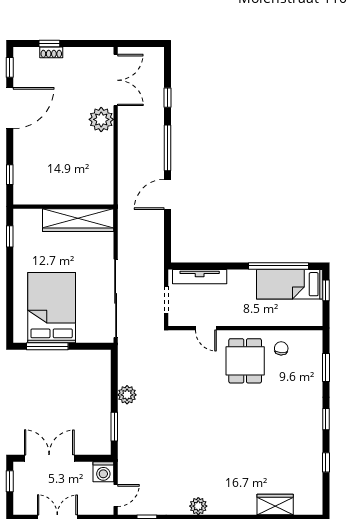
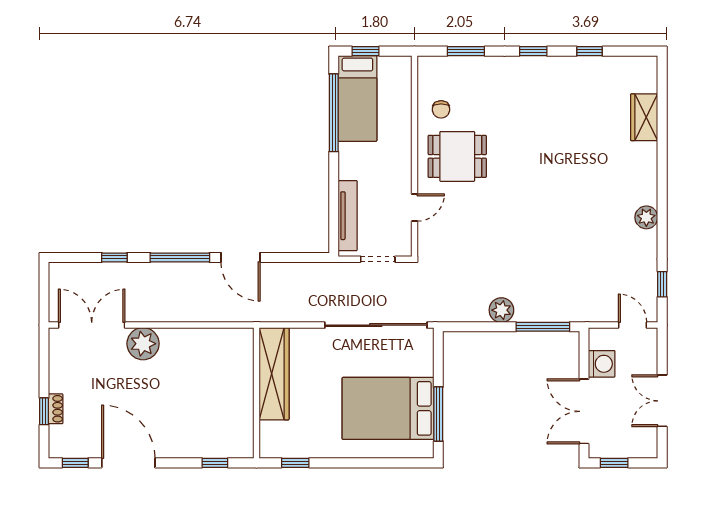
chair: (281, 348) -> (441, 109), turned -94
window: (114, 427) -> (543, 327), width x1.44
washing machine: (103, 472) -> (602, 364), moved

